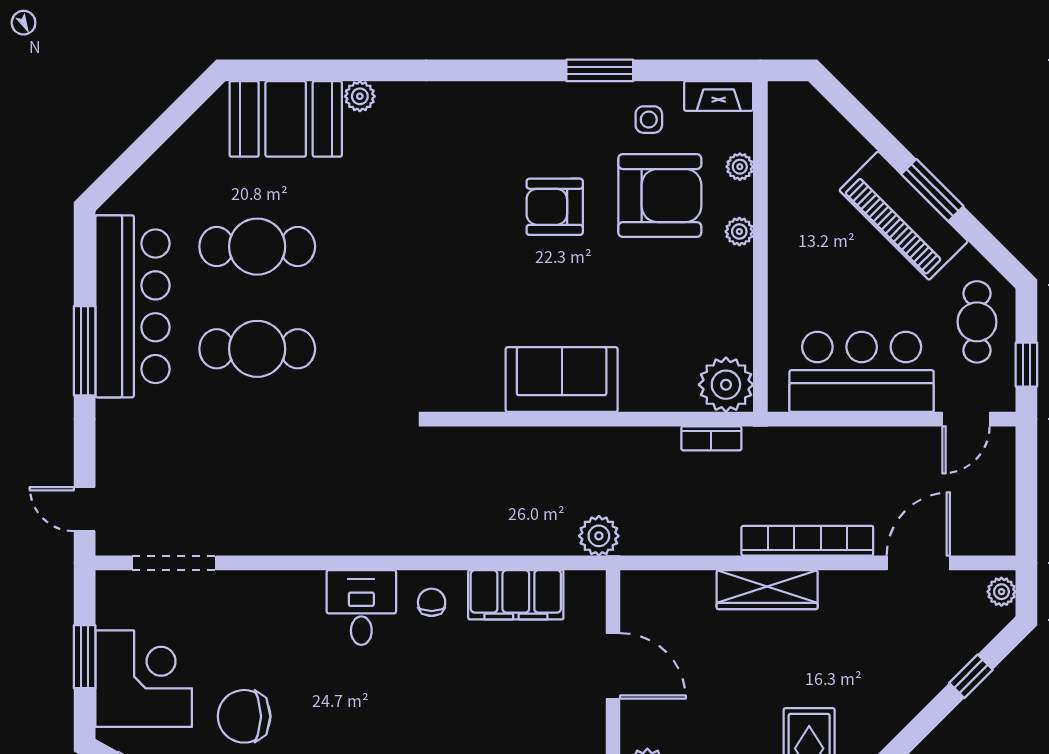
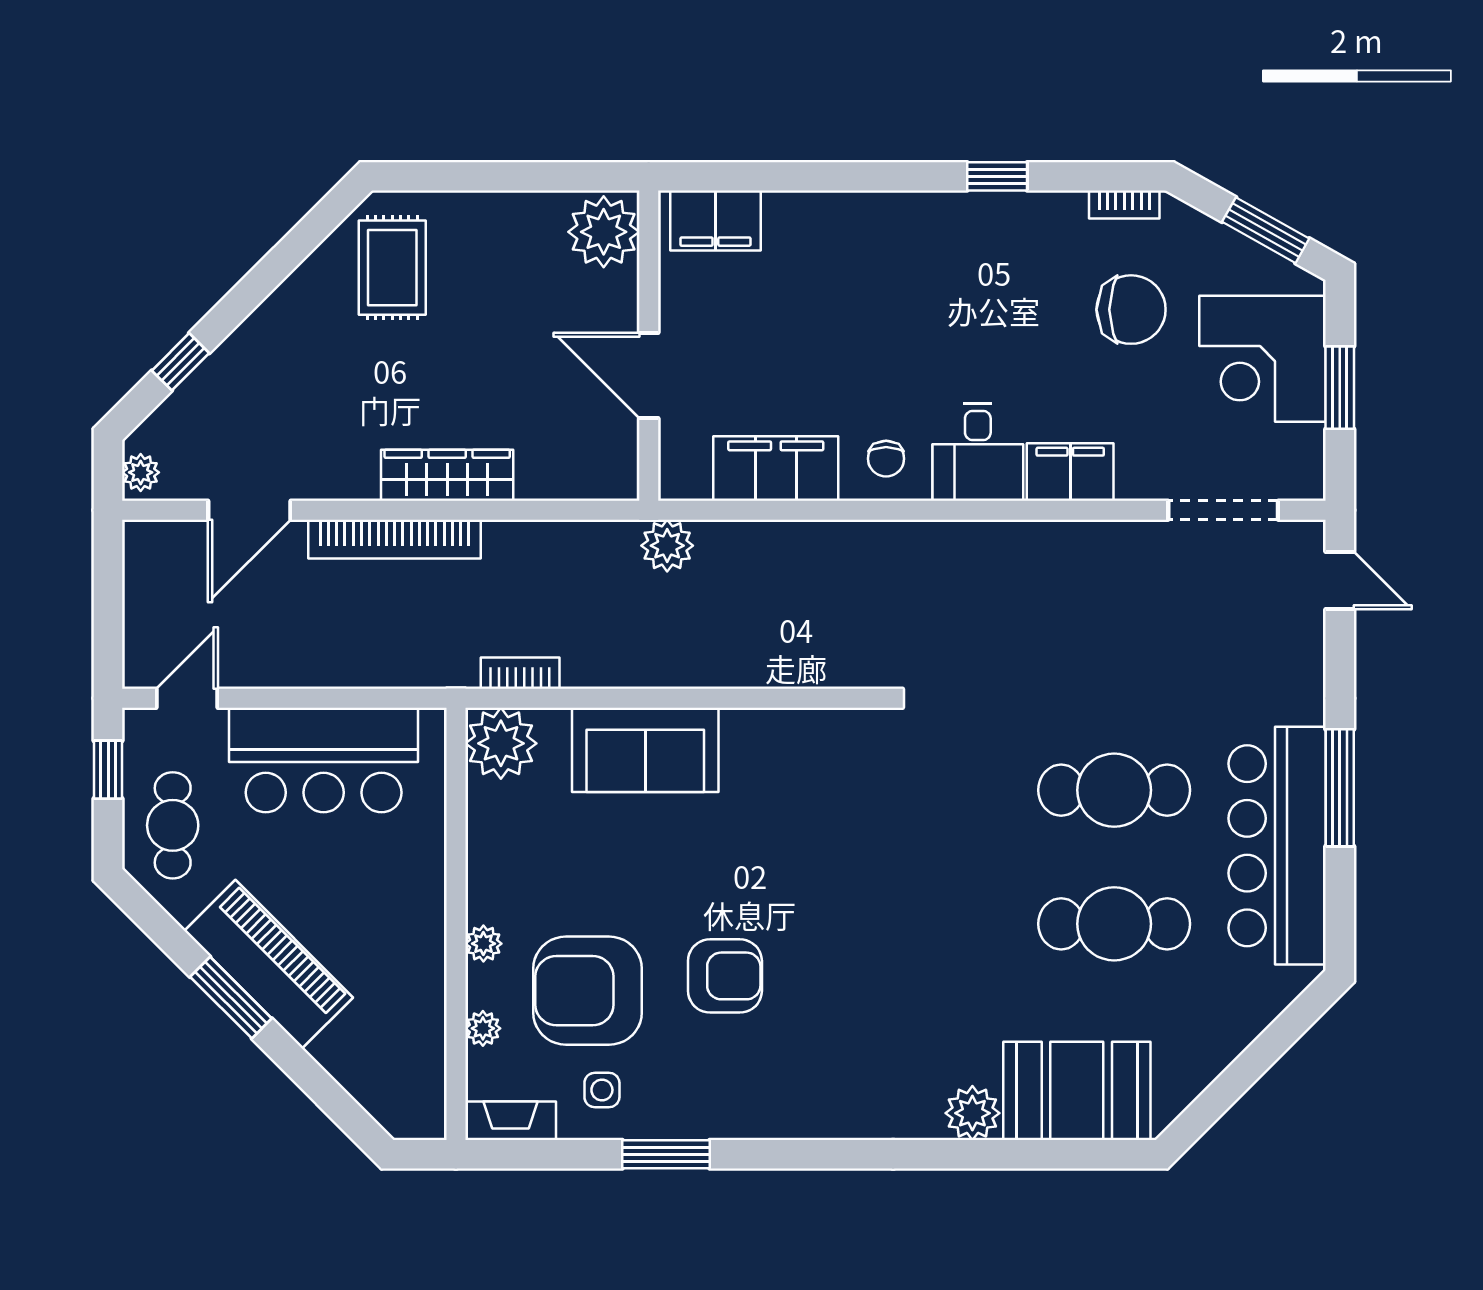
plant: (360, 96) -> (972, 1113), width x1.38, depth x1.38
sofa: (562, 380) -> (645, 750), moved
filing cabinet: (291, 592) -> (1070, 472), added

